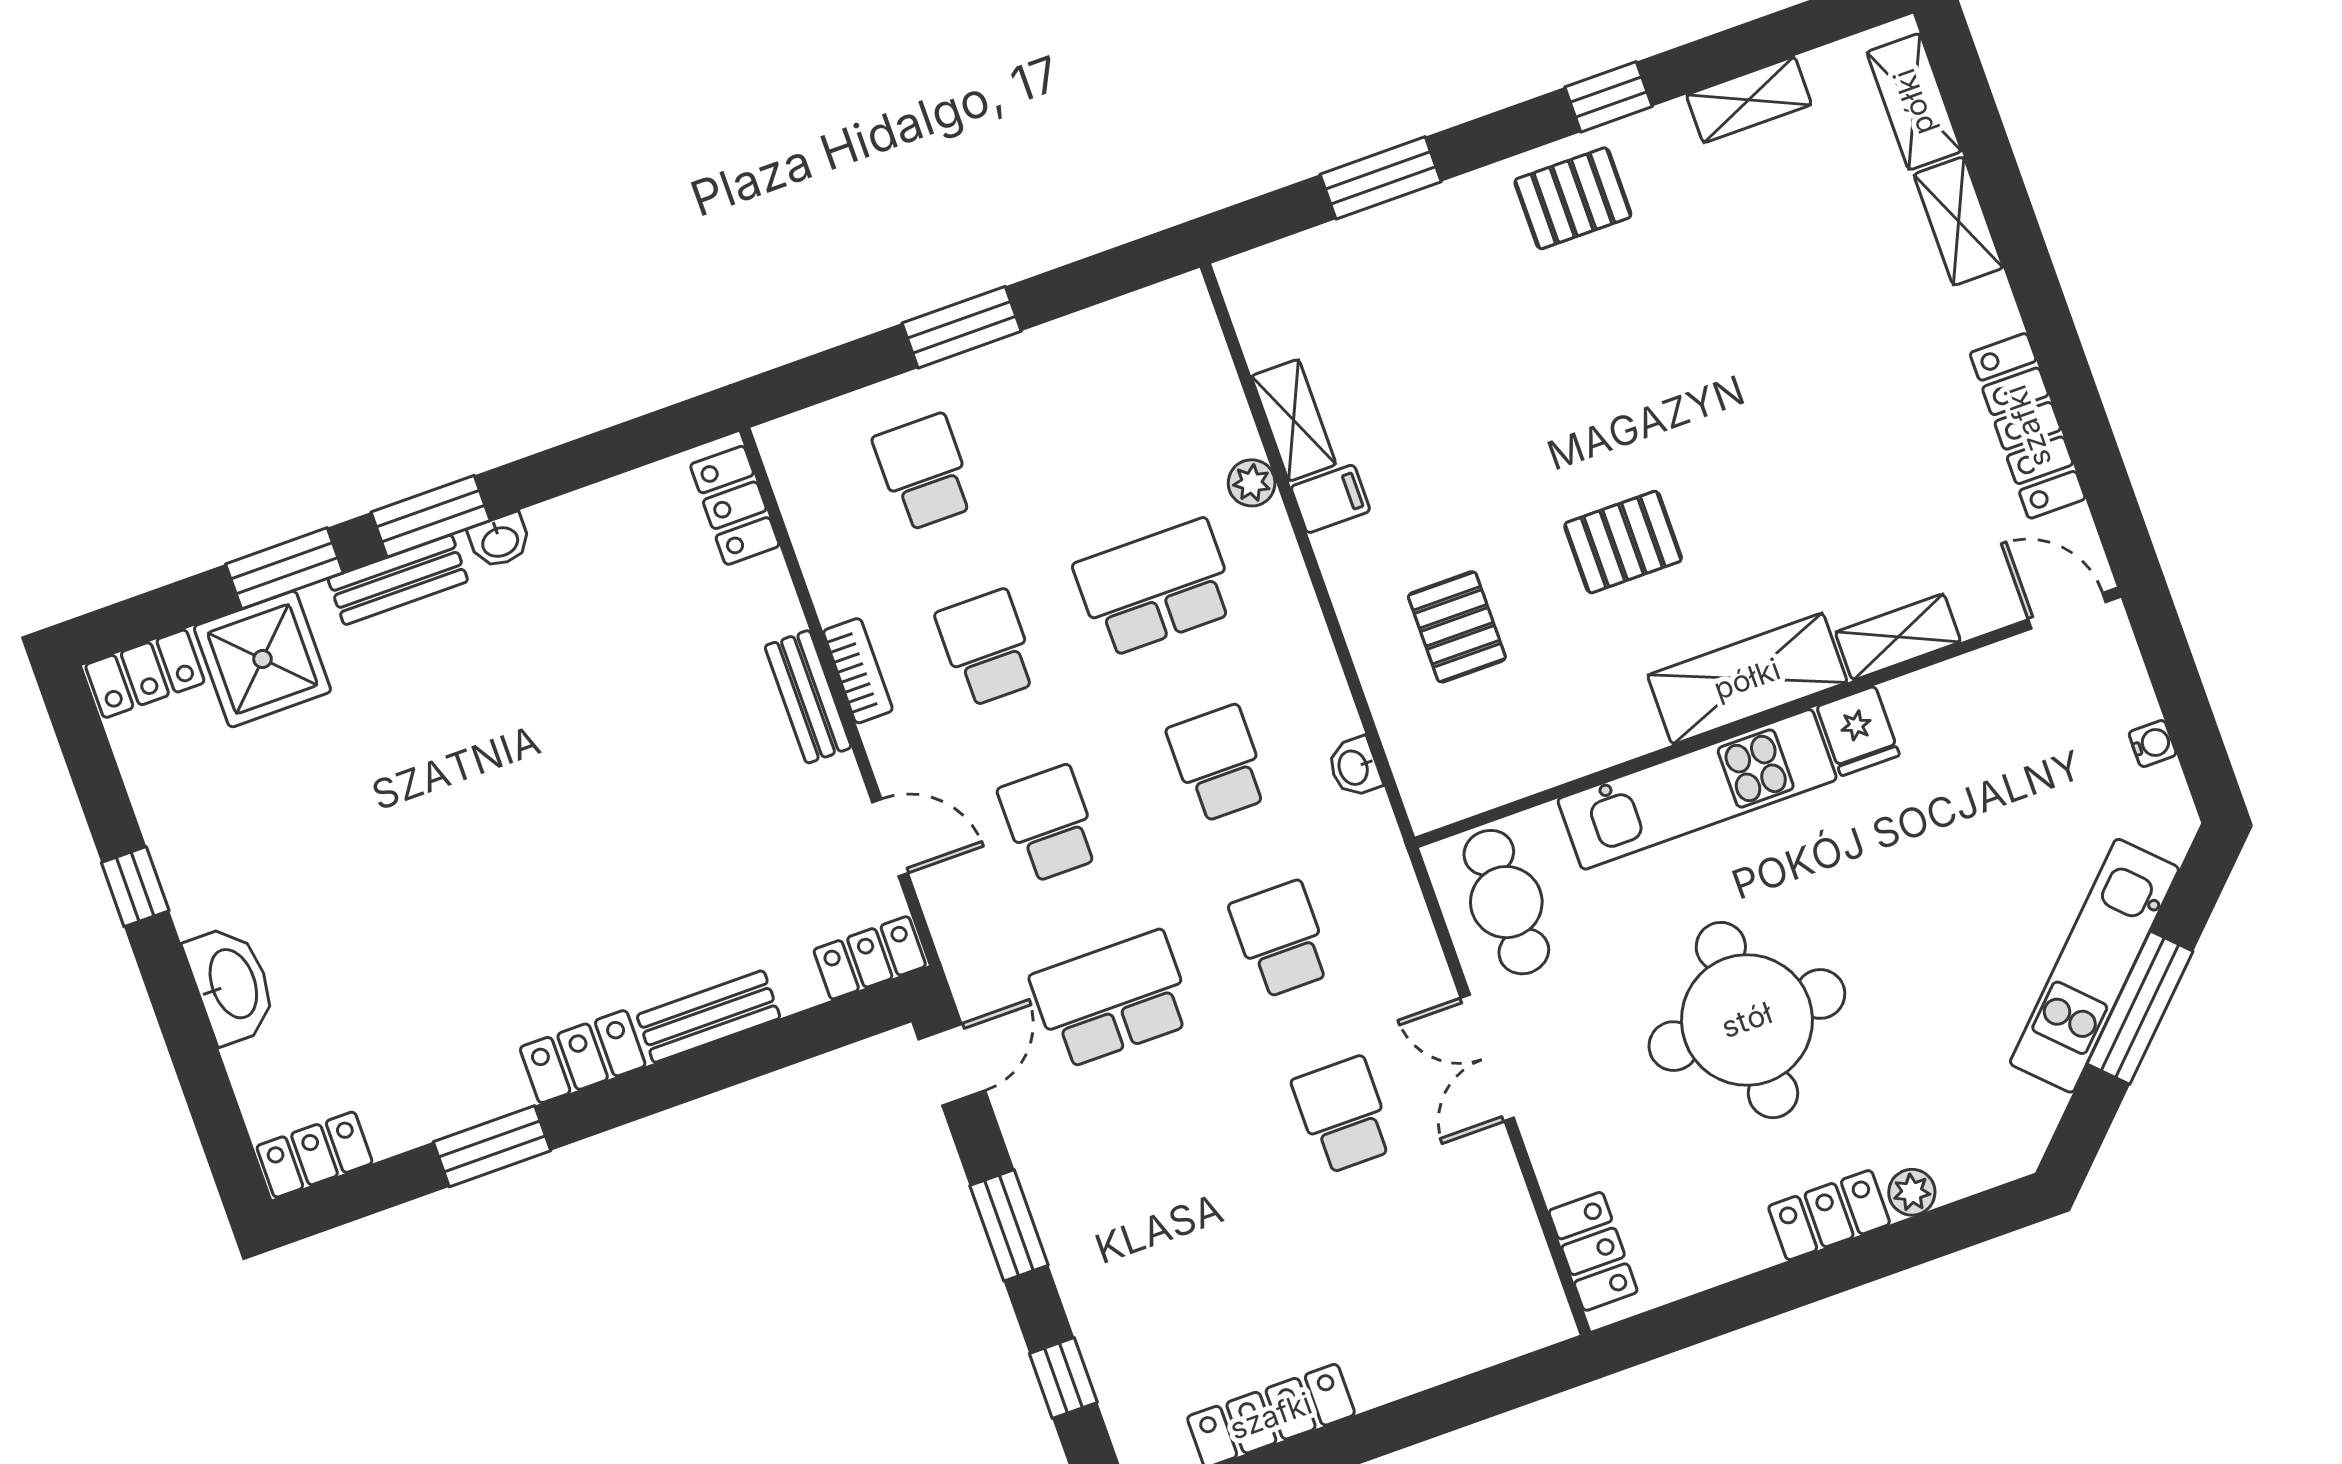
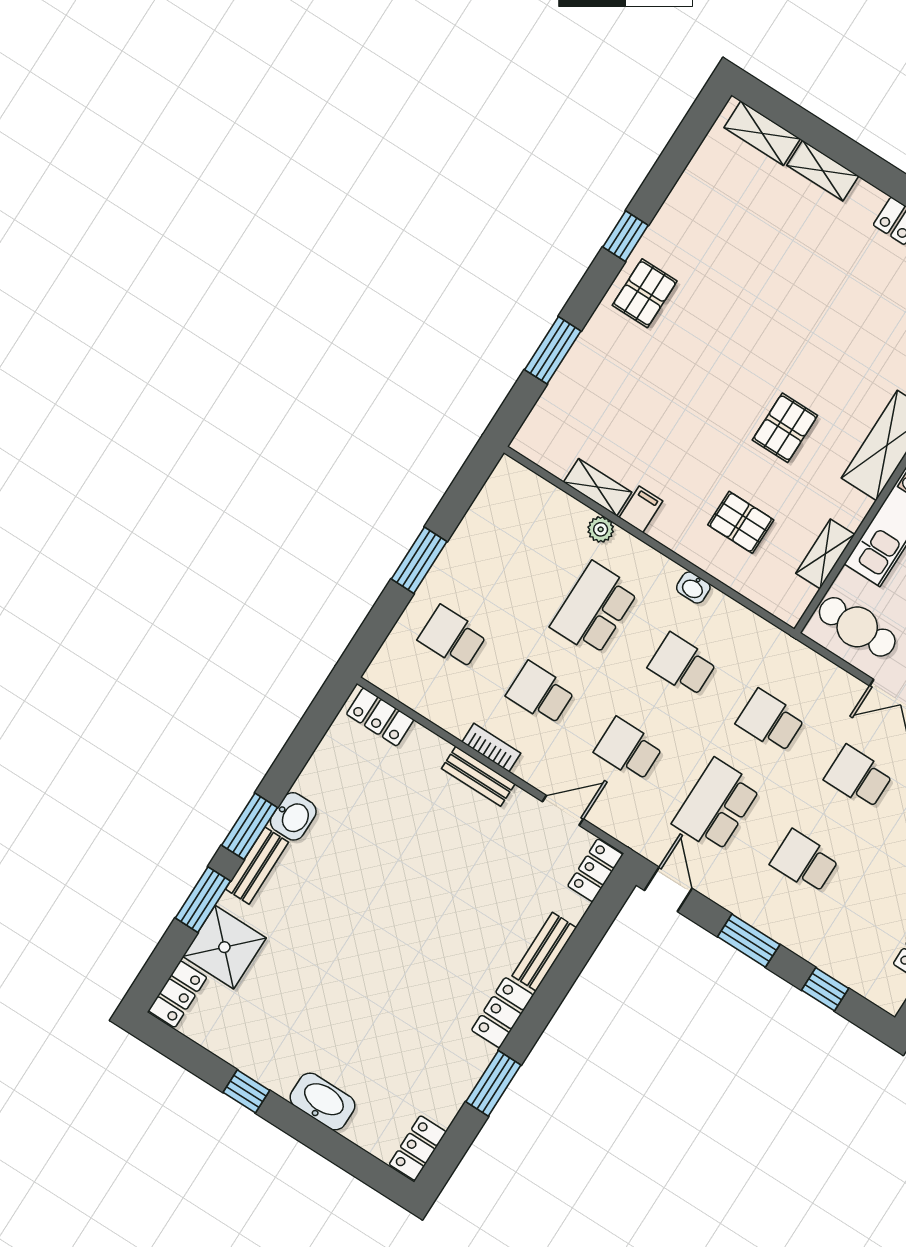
shelving: (1749, 100) -> (825, 554), moved
washbasin: (500, 541) -> (293, 816), width x1.38, depth x1.45
washbasin: (1354, 767) -> (693, 587), moved
school desk: (1175, 1175) -> (804, 861), added

